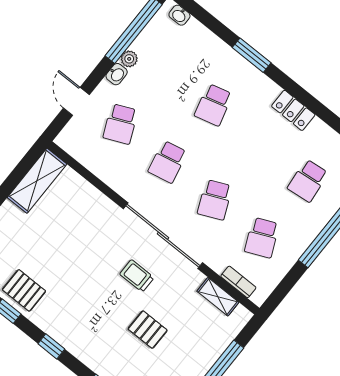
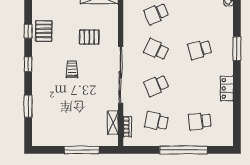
school desk: (168, 162) -> (156, 49), turned 36
school desk: (262, 238) -> (156, 121), turned 36
trolley: (137, 276) -> (72, 69), moved
pallet: (148, 330) -> (89, 37), moved, turned 90

